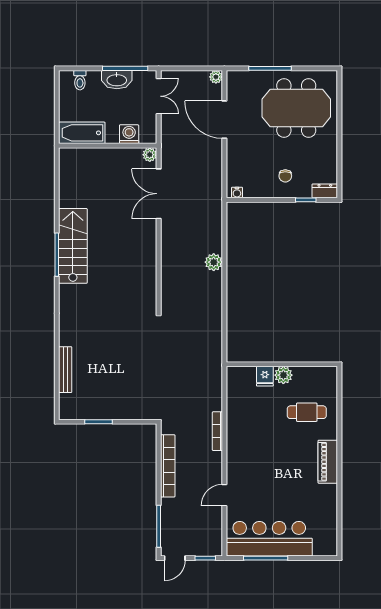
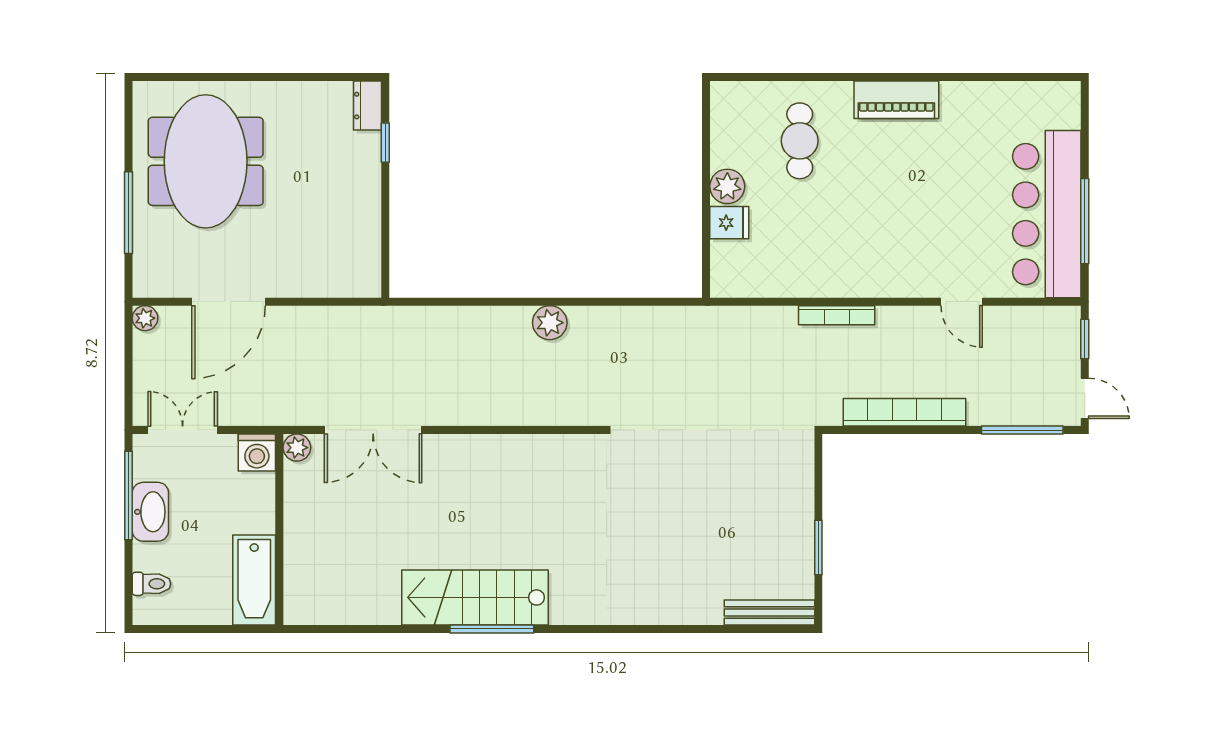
washing machine: (129, 134) -> (257, 452), moved, turned -90
chair: (285, 176) -> (338, 183), removed
water cooler: (237, 193) -> (371, 277), removed
plant: (214, 262) -> (550, 323), moved
bench: (65, 370) -> (770, 612), moved

